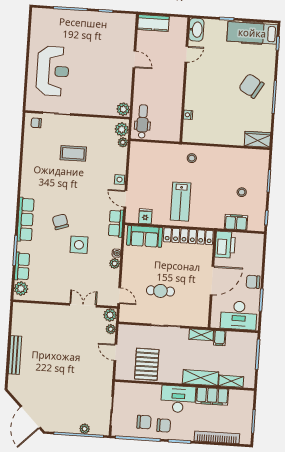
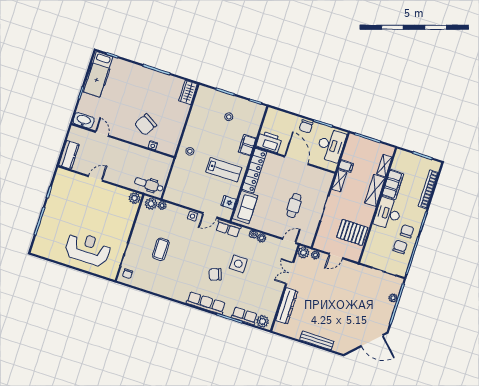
chair: (251, 86) -> (146, 125), moved
filing cabinet: (236, 222) -> (247, 145), moved
dresser: (45, 311) -> (287, 306), added

